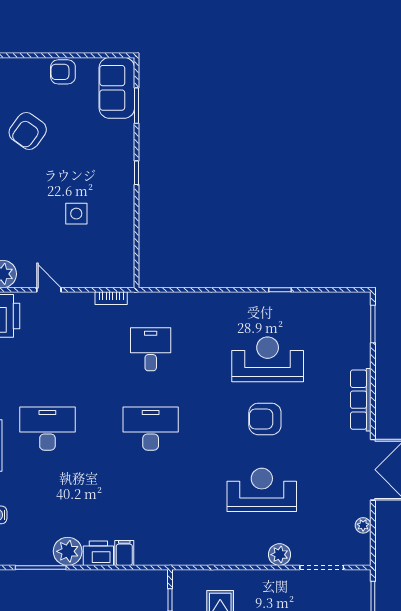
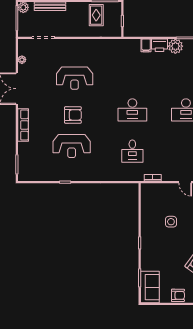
plant: (279, 555) -> (65, 45), removed

